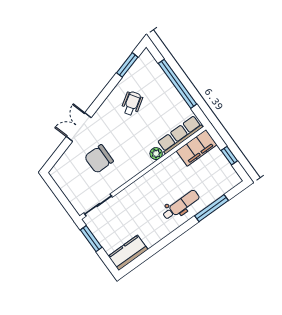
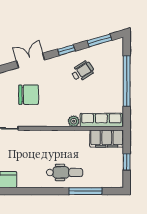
window: (104, 95) -> (66, 50), added
chair: (99, 159) -> (29, 95), turned 180

